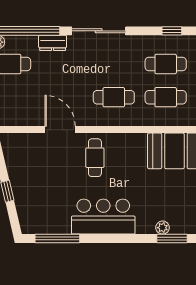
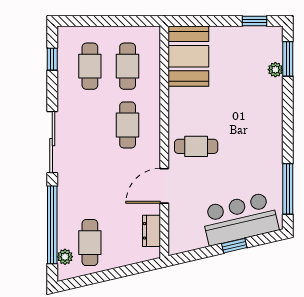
dresser: (53, 43) -> (151, 231), moved, turned 180
bar counter: (103, 217) -> (240, 219), moved, turned 77

